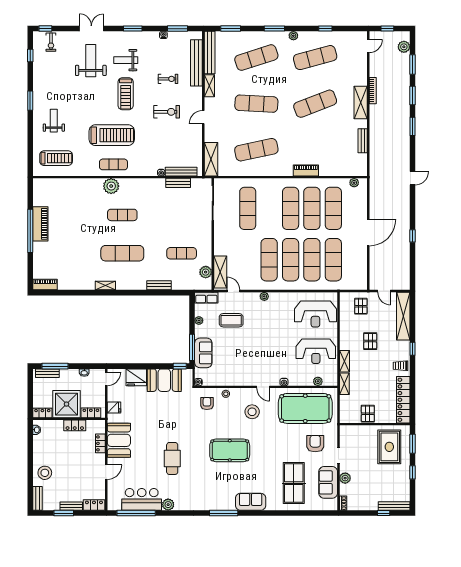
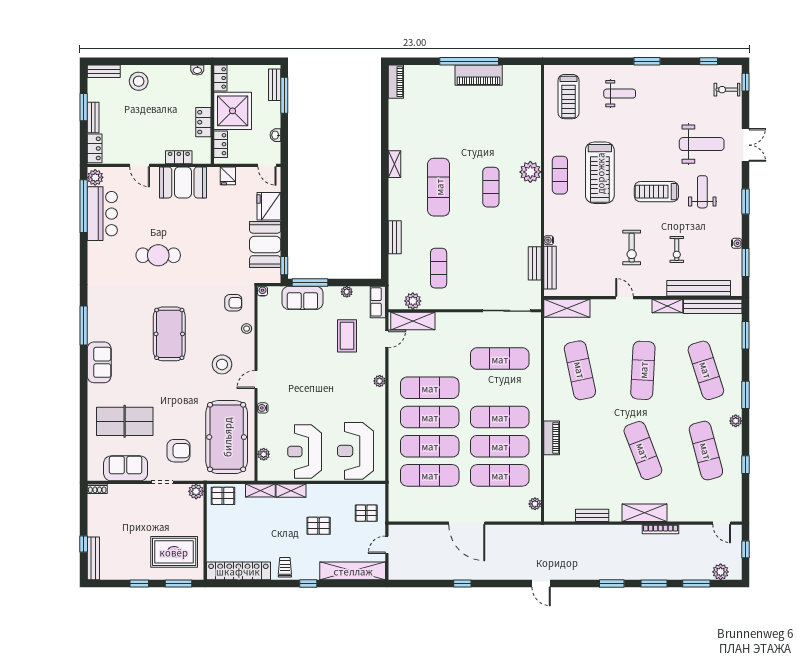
pallet: (368, 414) -> (223, 496), moved
plant: (345, 478) -> (196, 491), moved
plant: (168, 505) -> (95, 177), moved

